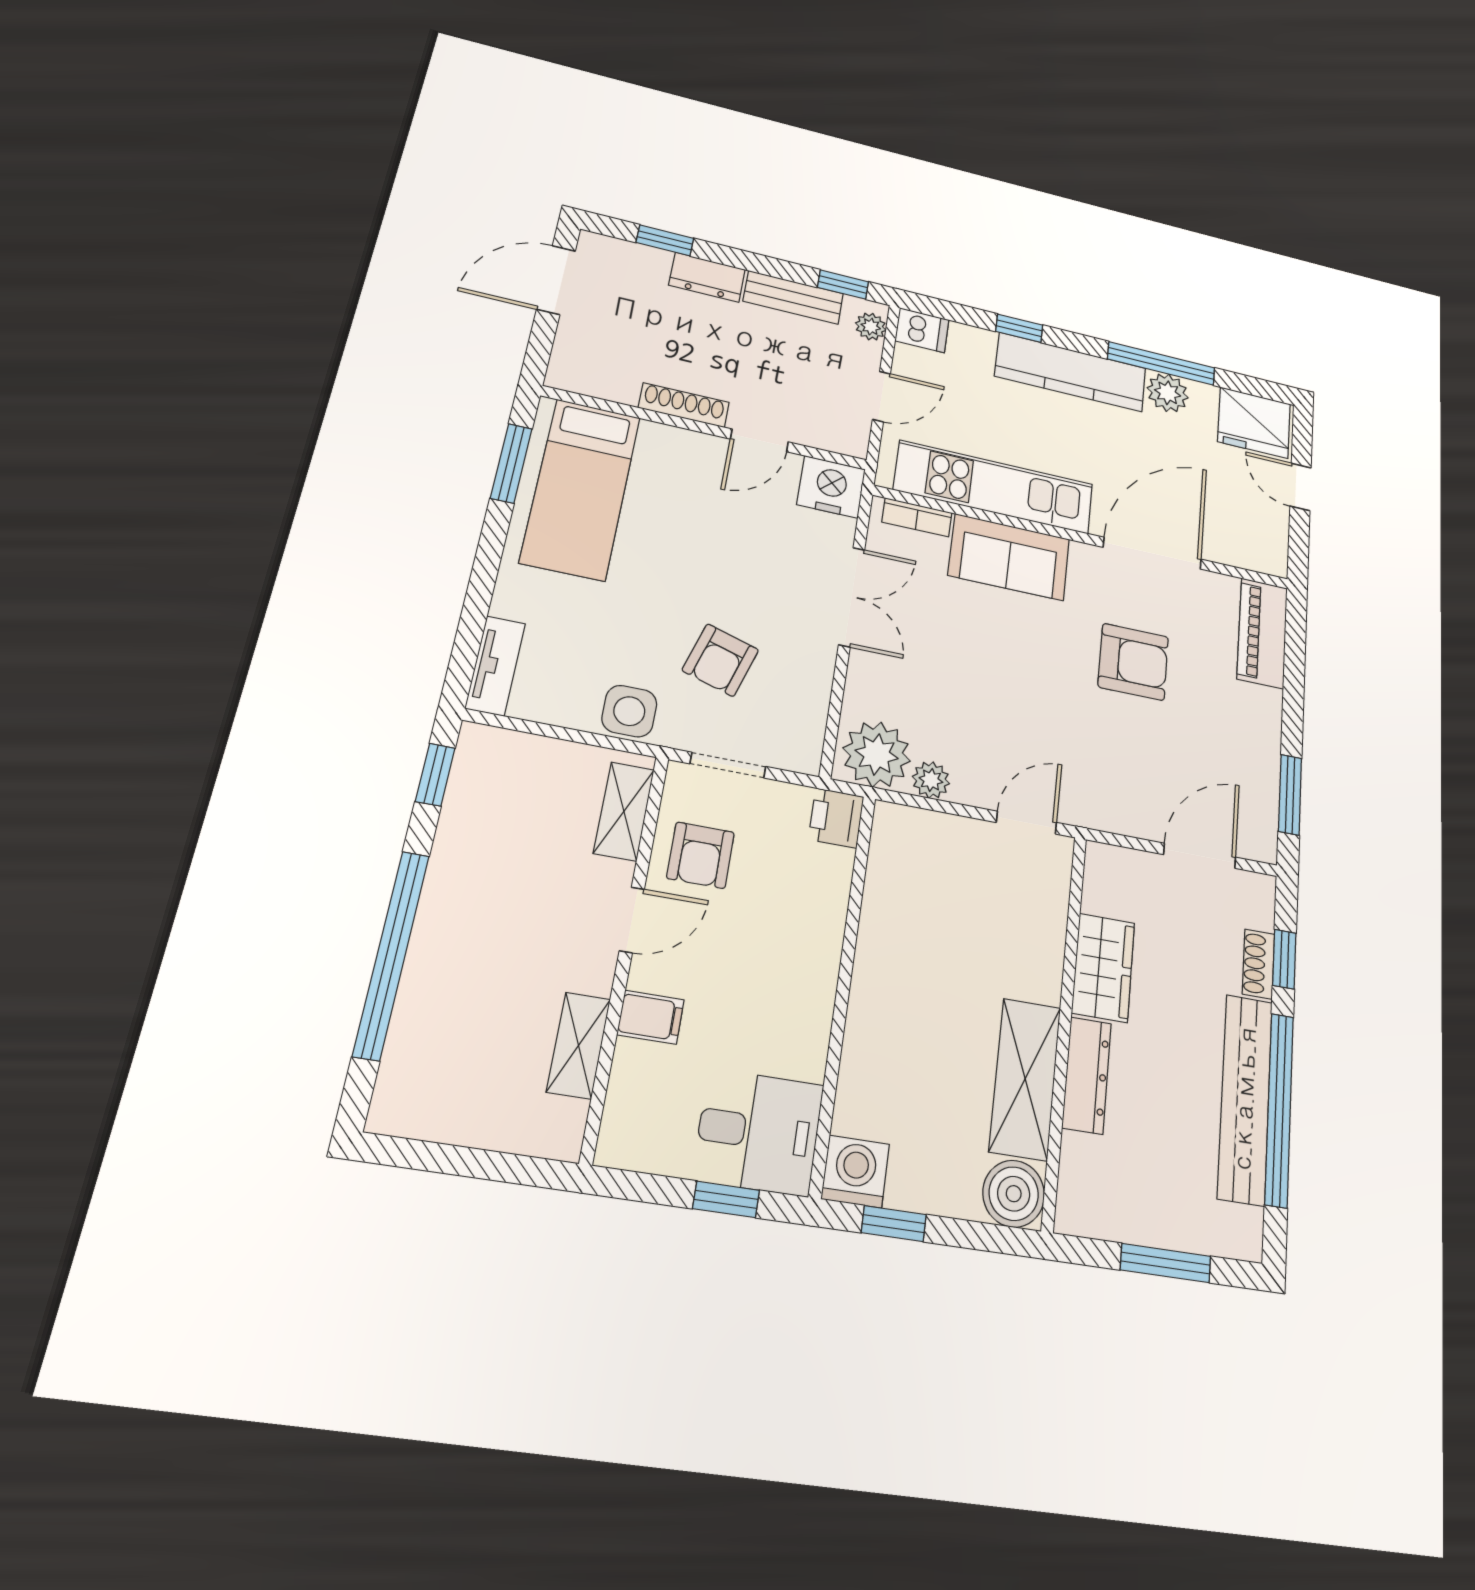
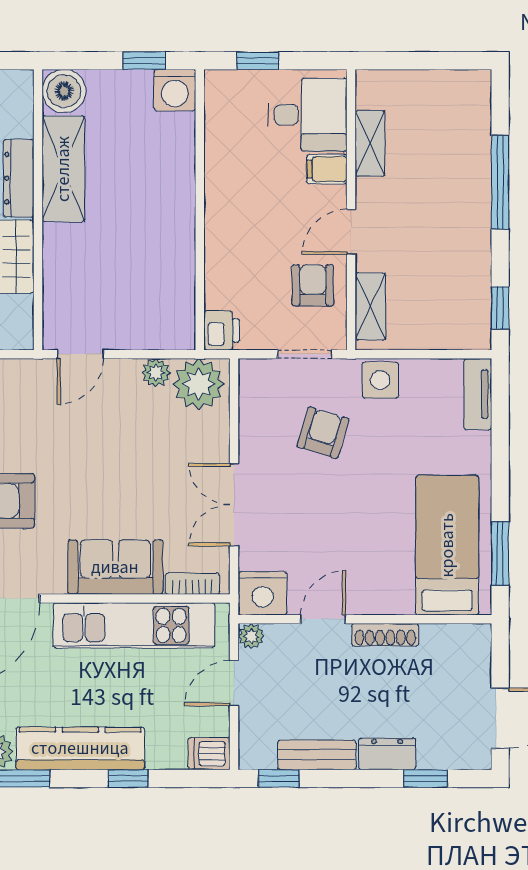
plant: (871, 327) -> (251, 636), moved
window: (391, 954) -> (500, 182), width x0.68
desk: (758, 1132) -> (308, 115), moved, turned 180

